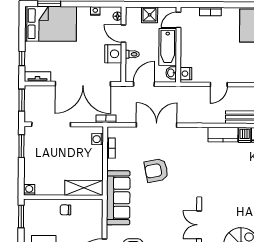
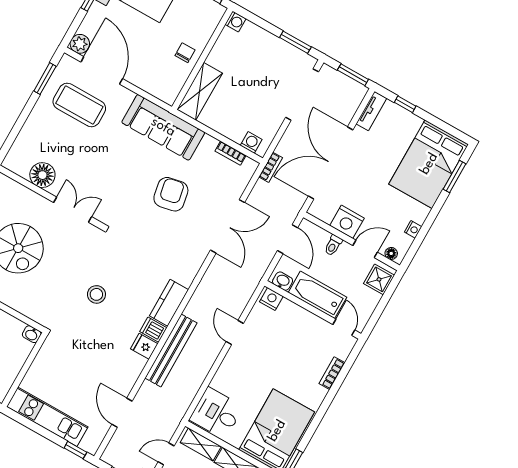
shower: (150, 15) -> (379, 279), moved
stool: (243, 182) -> (96, 294), added

